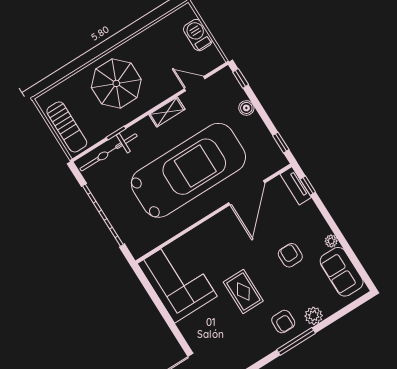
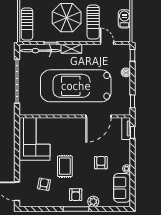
sun lounger: (157, 67) -> (93, 22), added
shelving: (167, 112) -> (71, 49), moved
car: (188, 170) -> (76, 86), turned 180
armchair: (230, 335) -> (44, 184), added

